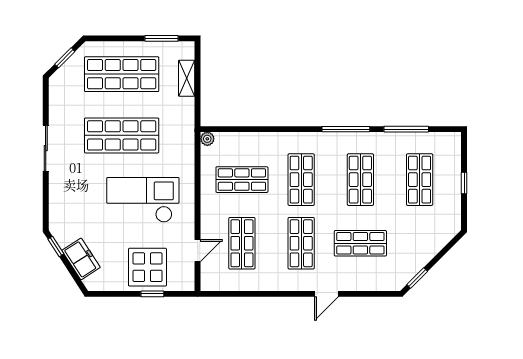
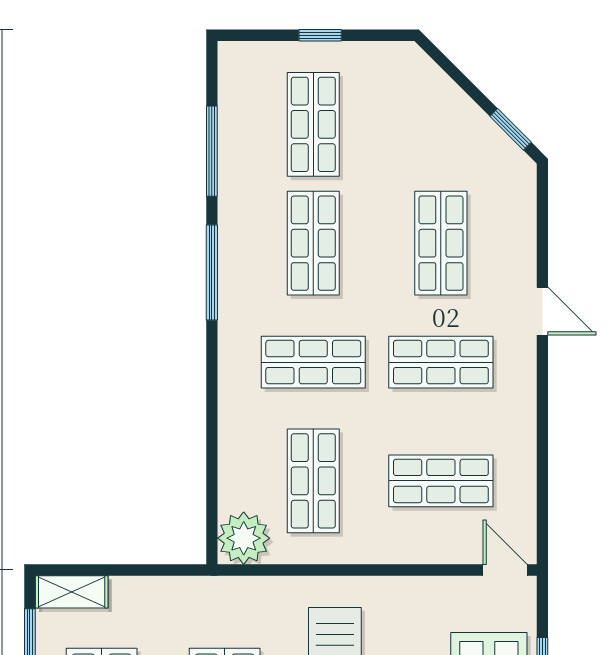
shelving: (187, 78) -> (72, 592), moved
plant: (207, 139) -> (244, 538), width x1.87, depth x1.87
shop shelf: (360, 180) -> (313, 243), turned 90
shop shelf: (420, 180) -> (313, 124), turned 90
door: (198, 251) -> (505, 570), moved

